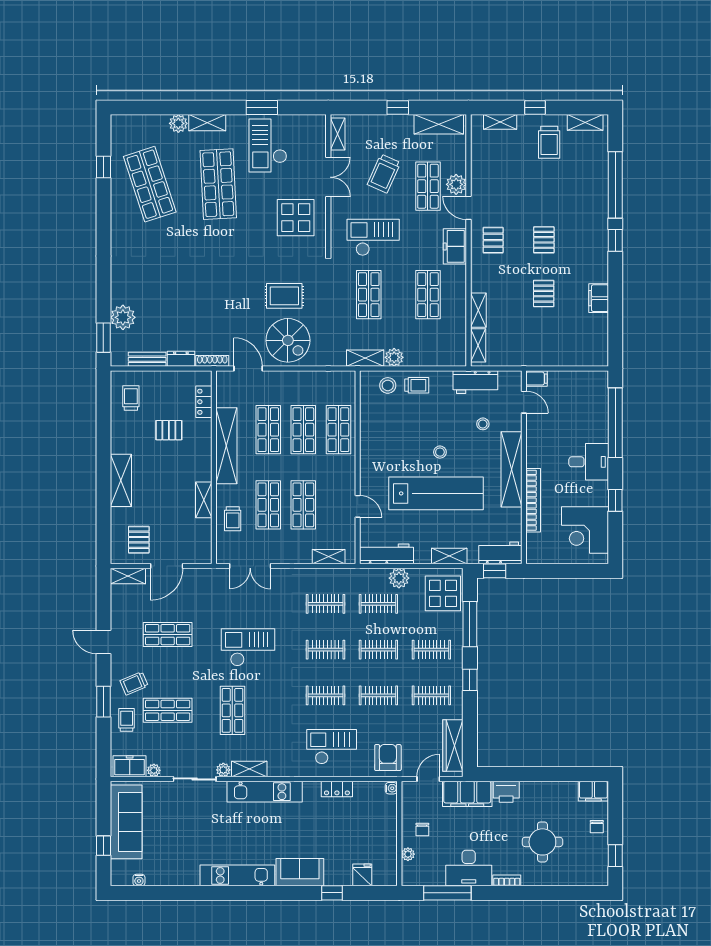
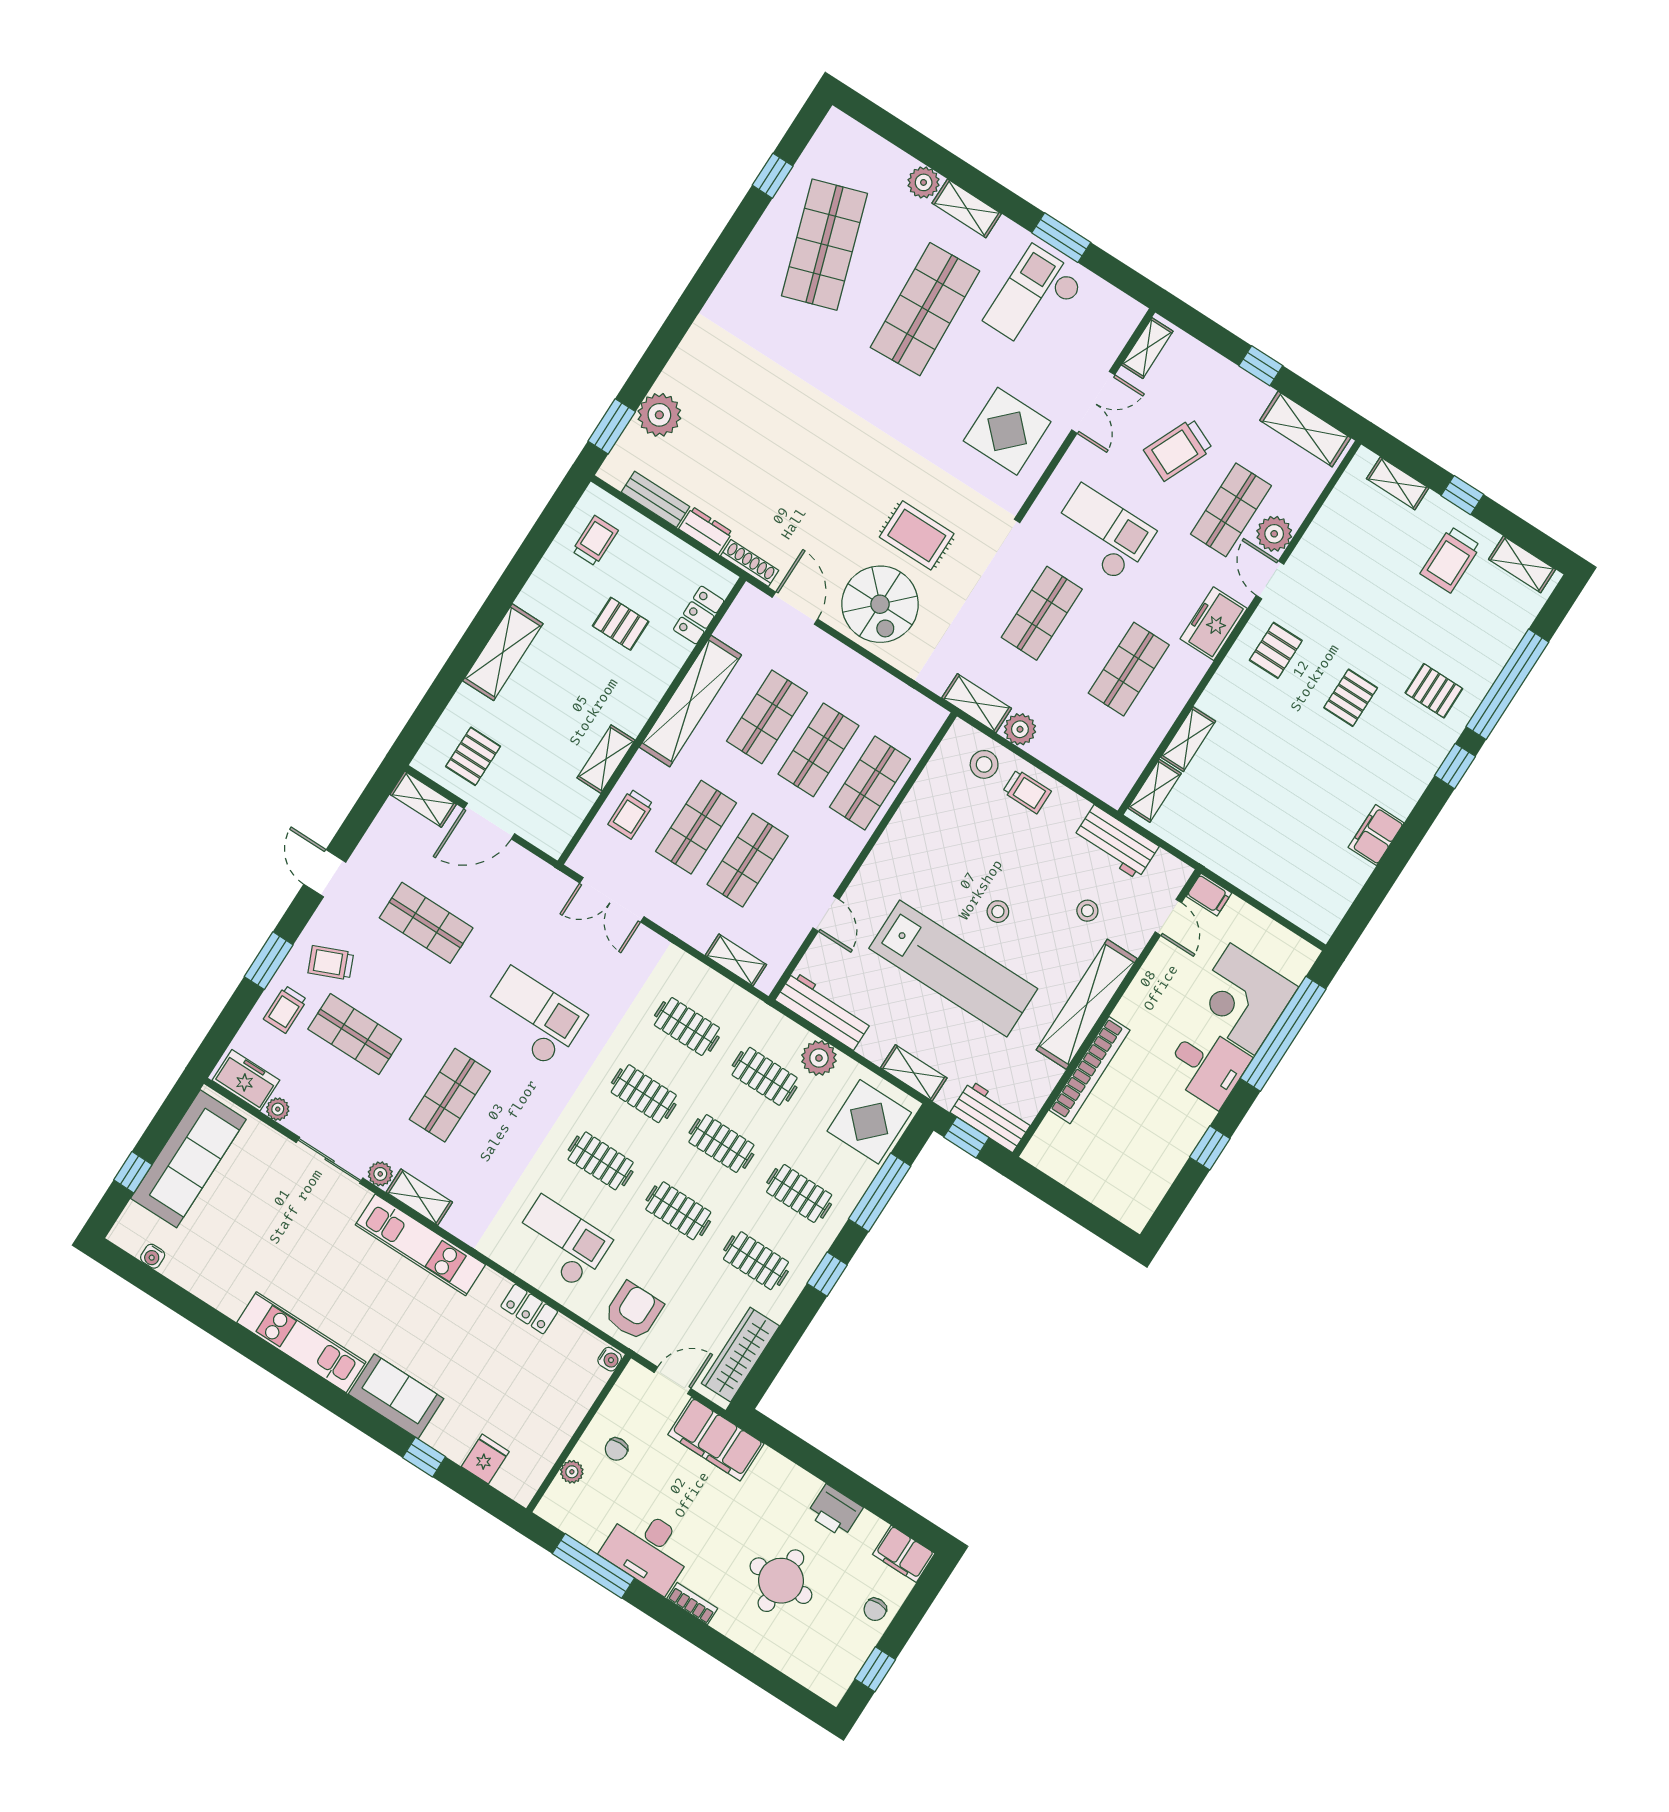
pallet: (544, 294) -> (1434, 691), moved, turned 90
corner desk: (585, 530) -> (1242, 999), moved
trolley: (127, 720) -> (285, 1009), turned 180
printer: (506, 792) -> (835, 1511), moved

